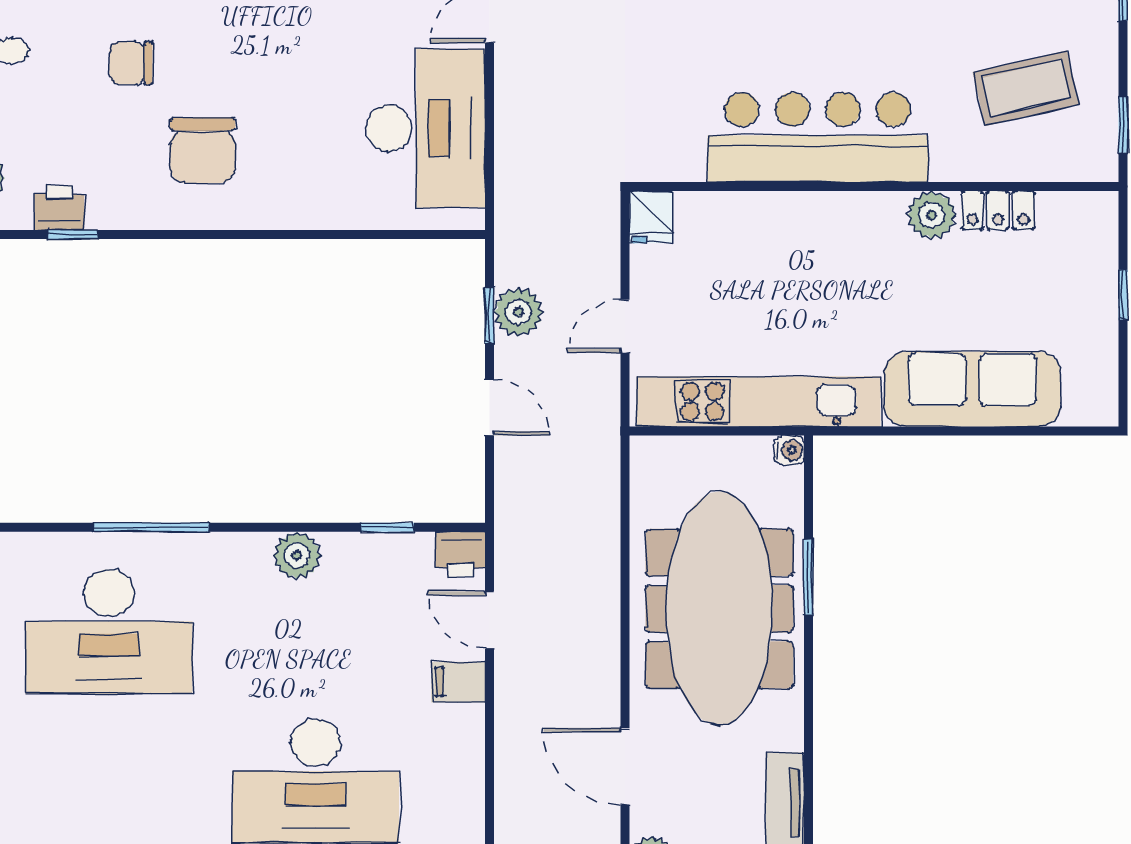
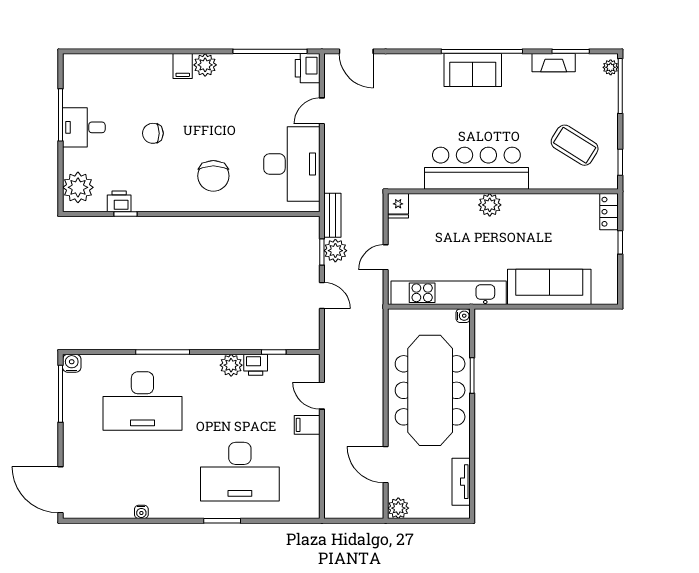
coffee table: (1026, 88) -> (575, 145), turned 45
chair: (203, 150) -> (213, 176), moved
locker: (998, 210) -> (609, 212), moved, turned 90
plant: (932, 215) -> (490, 205), moved
bench: (512, 237) -> (332, 215), added
printer: (460, 554) -> (256, 365), moved

